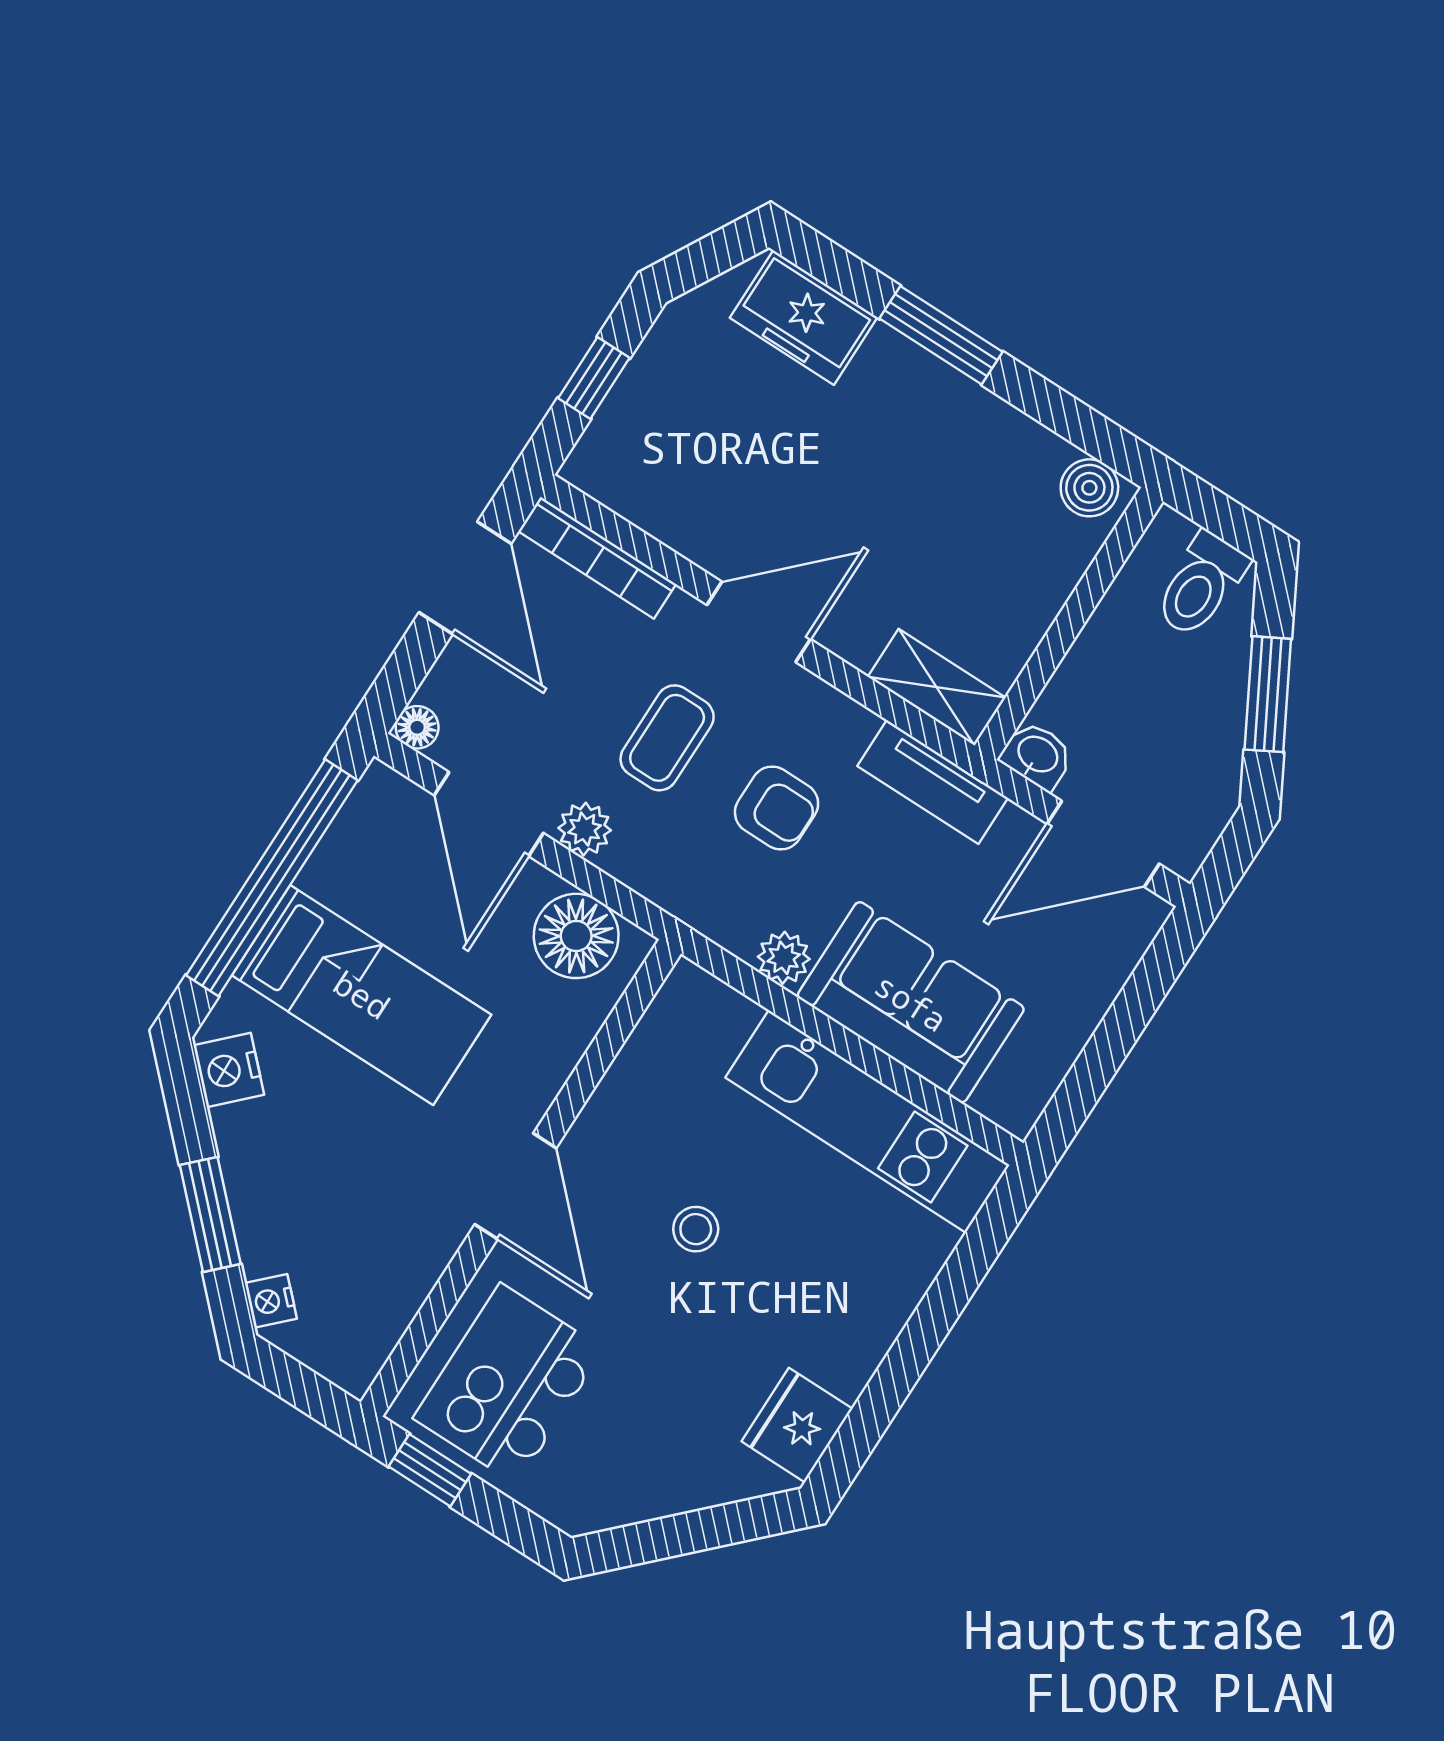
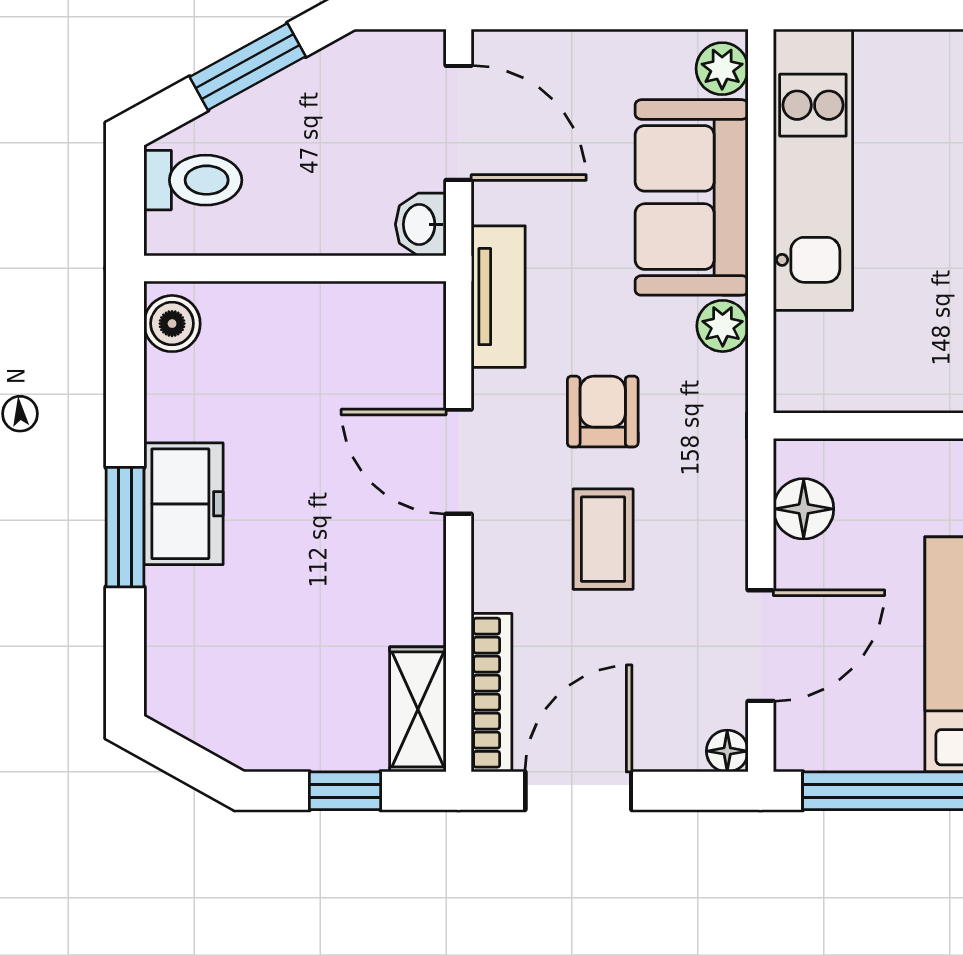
freezer: (804, 318) -> (184, 504), moved
door: (759, 622) -> (459, 462), moved
shelving: (937, 687) -> (418, 709), moved
coffee table: (667, 738) -> (603, 539), turned 90
plant: (585, 829) -> (722, 69), moved
floor lamp: (576, 936) -> (804, 509), width x0.73, depth x0.73

